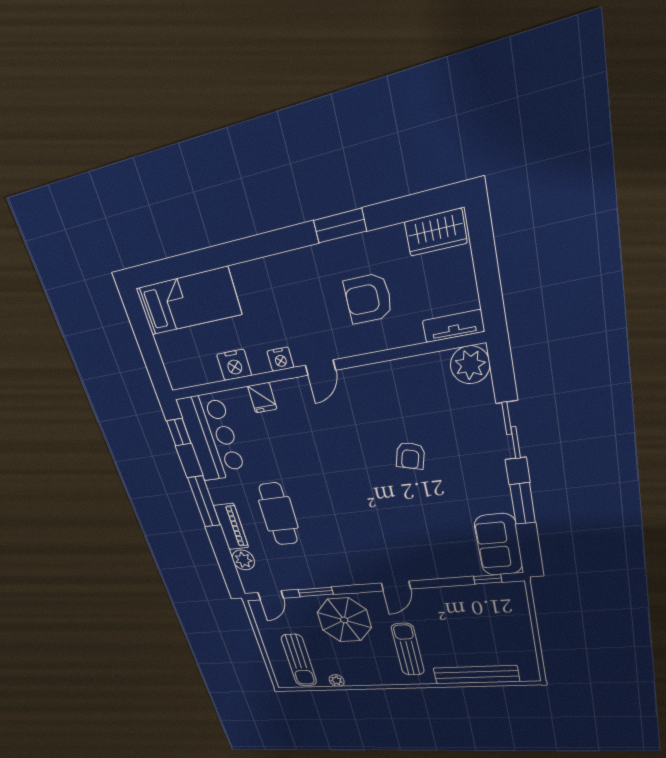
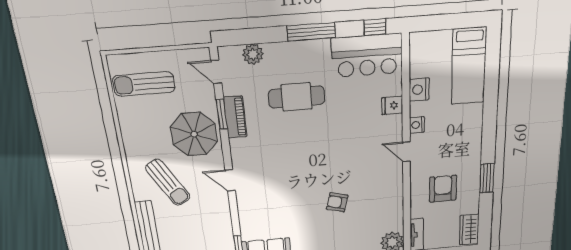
piano: (231, 527) -> (235, 117), moved, turned -90
sun lounger: (408, 649) -> (168, 182), turned 60
plant: (337, 680) -> (124, 116), removed

